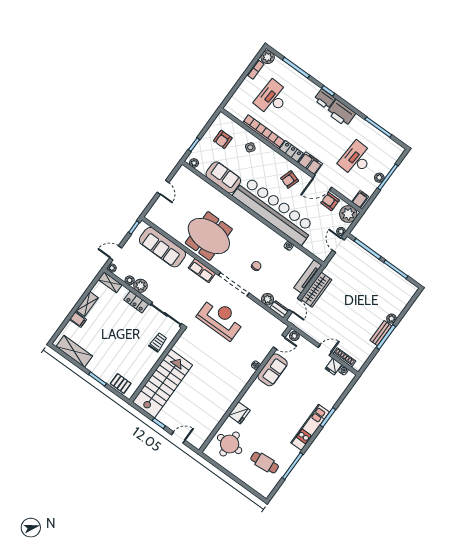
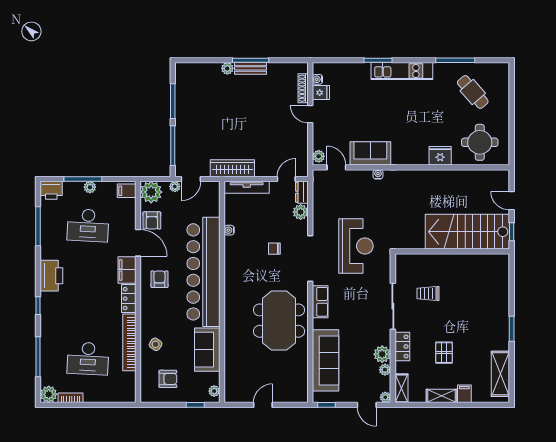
printer: (325, 99) -> (51, 190), moved, turned 90
armchair: (290, 179) -> (159, 279), turned -108
wardrobe: (316, 290) -> (232, 168), moved
reception desk: (221, 319) -> (356, 246), turned 180
wall: (157, 365) -> (452, 251), moved
pallet: (121, 383) -> (444, 353), moved
stairs: (162, 384) -> (467, 232), moved
cafe table: (265, 463) -> (473, 92), turned -36

